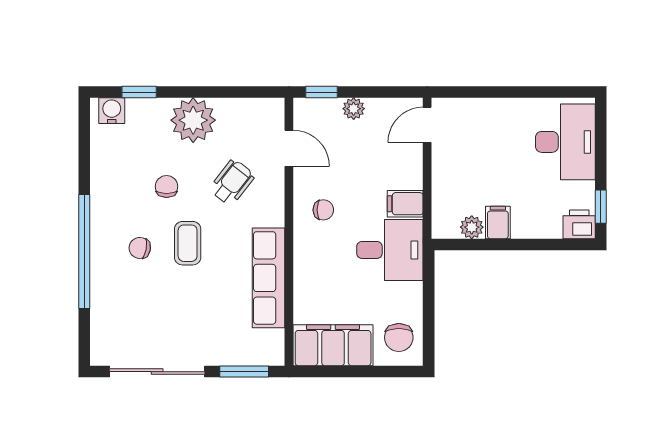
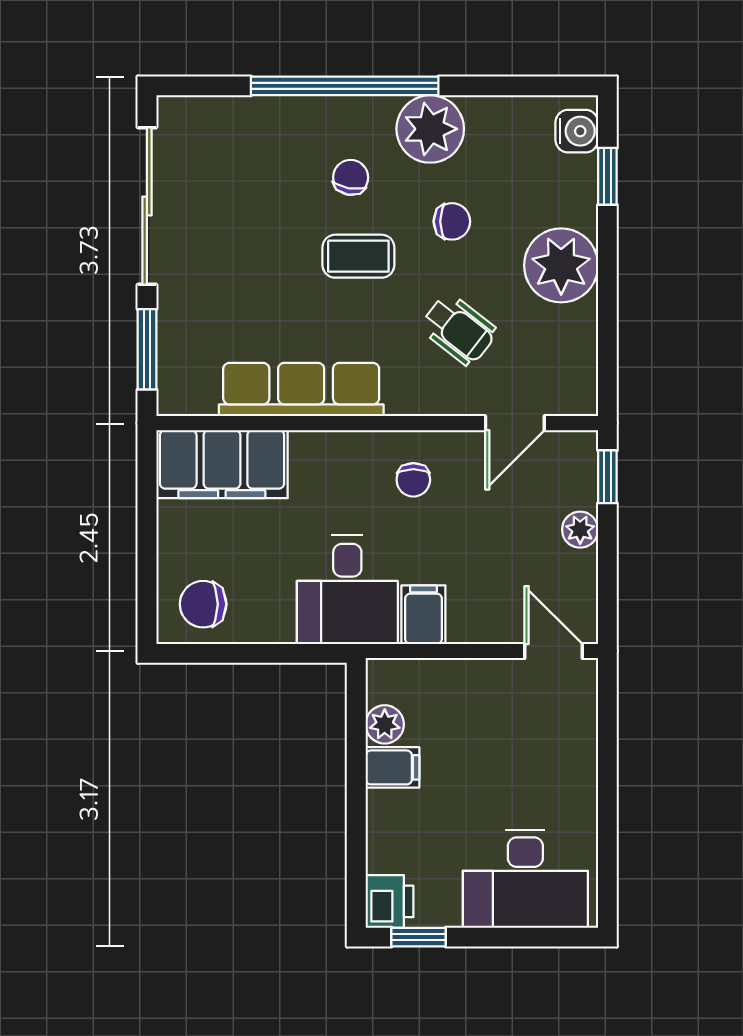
plant: (110, 200) -> (430, 129), added
filing cabinet: (333, 345) -> (222, 464), moved, turned 90

